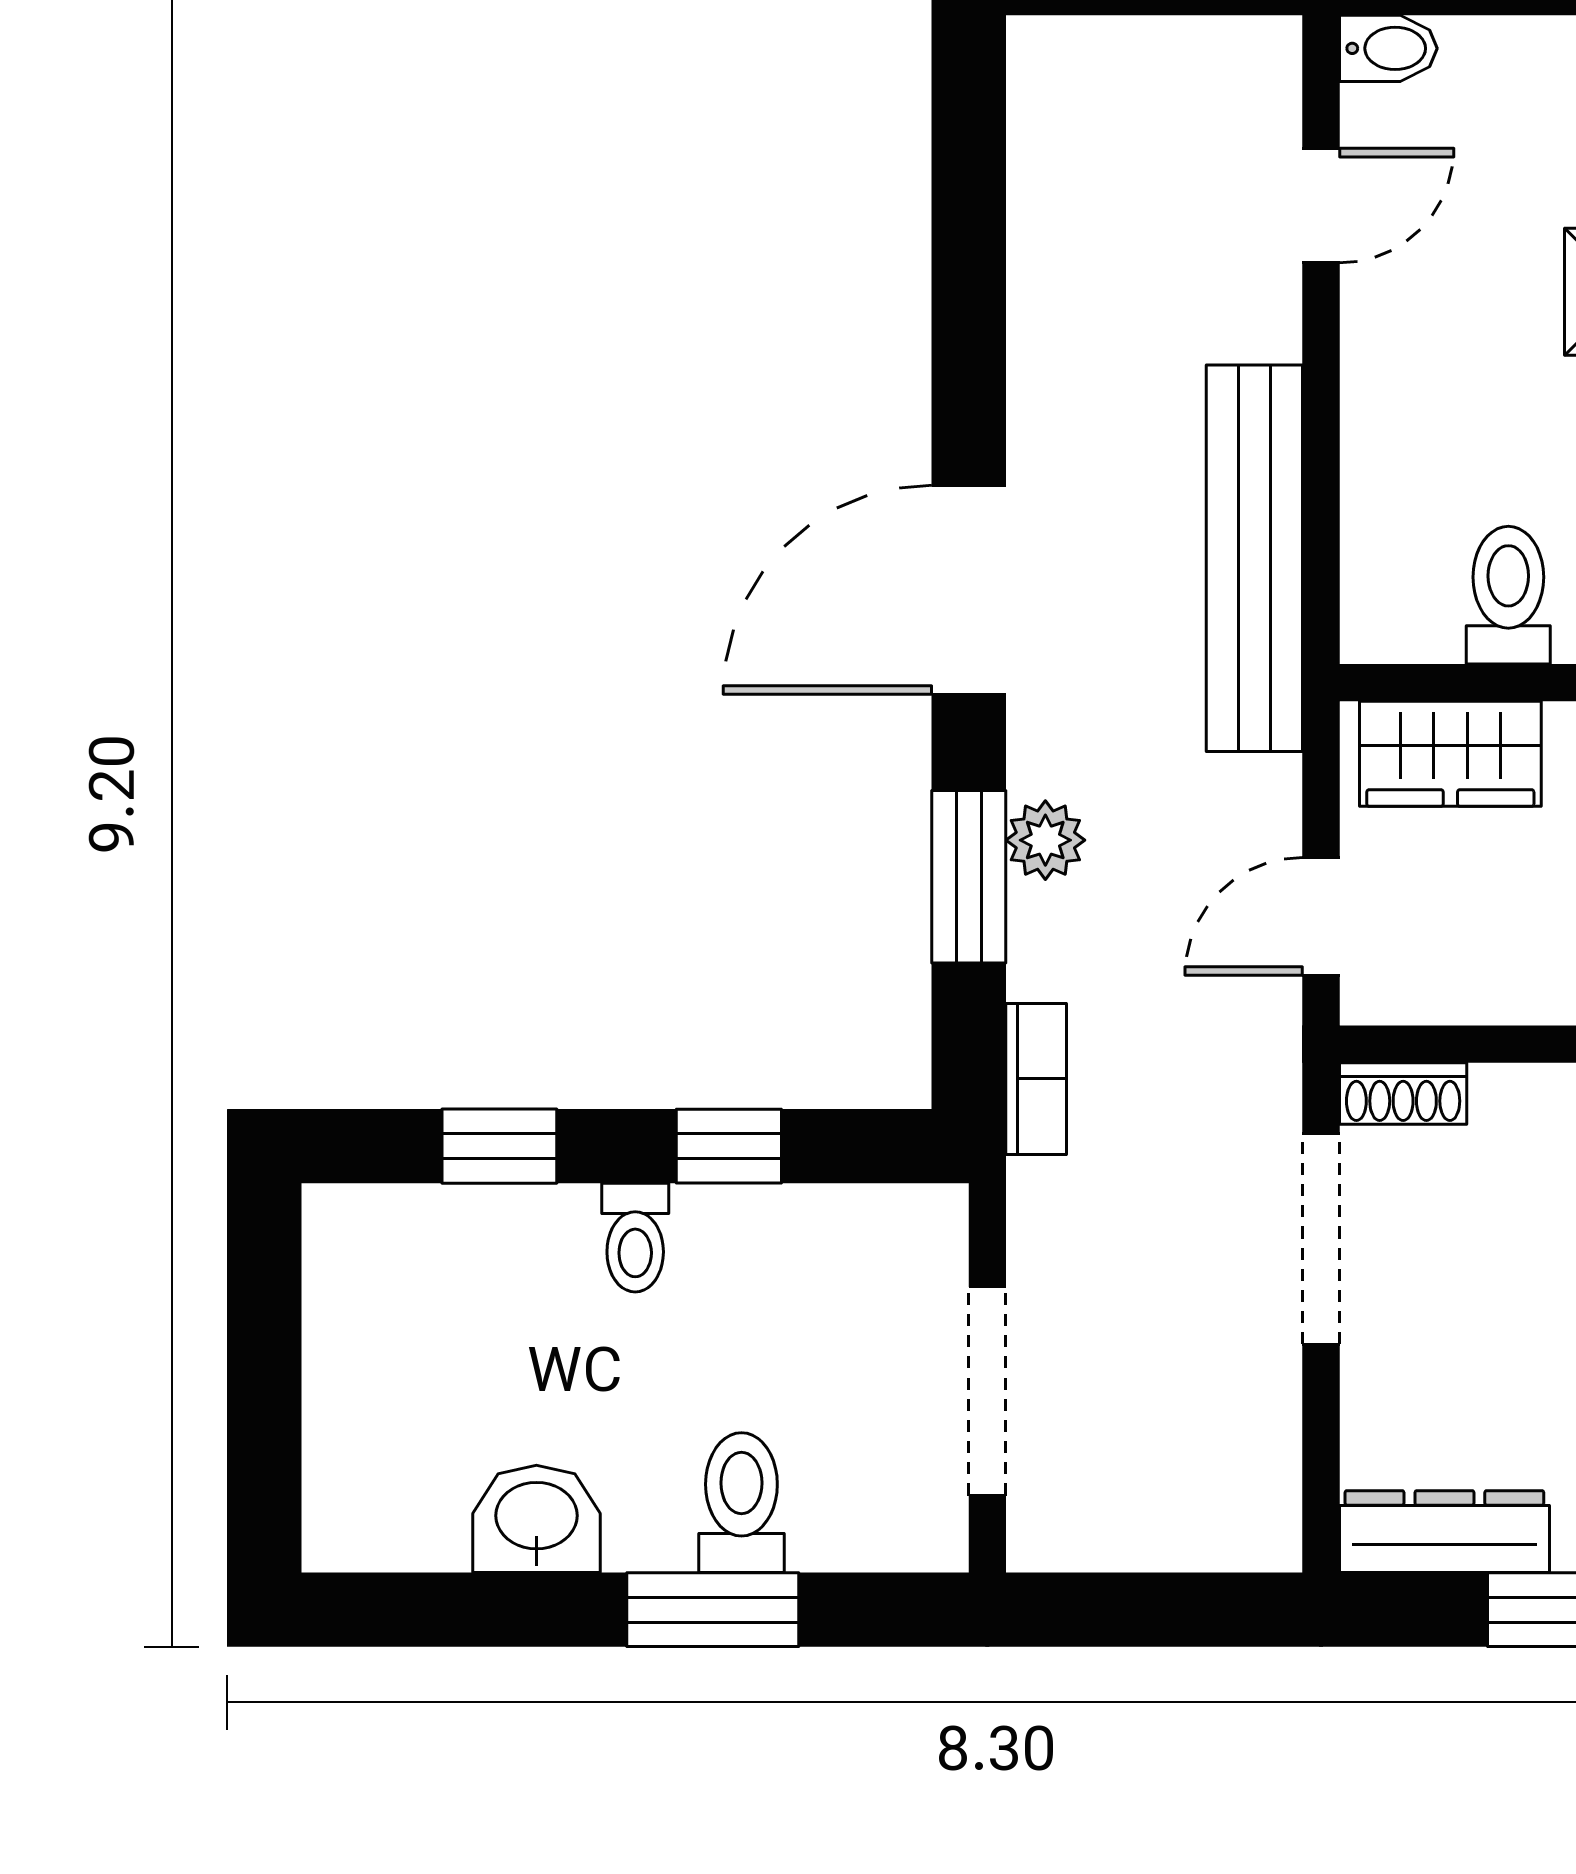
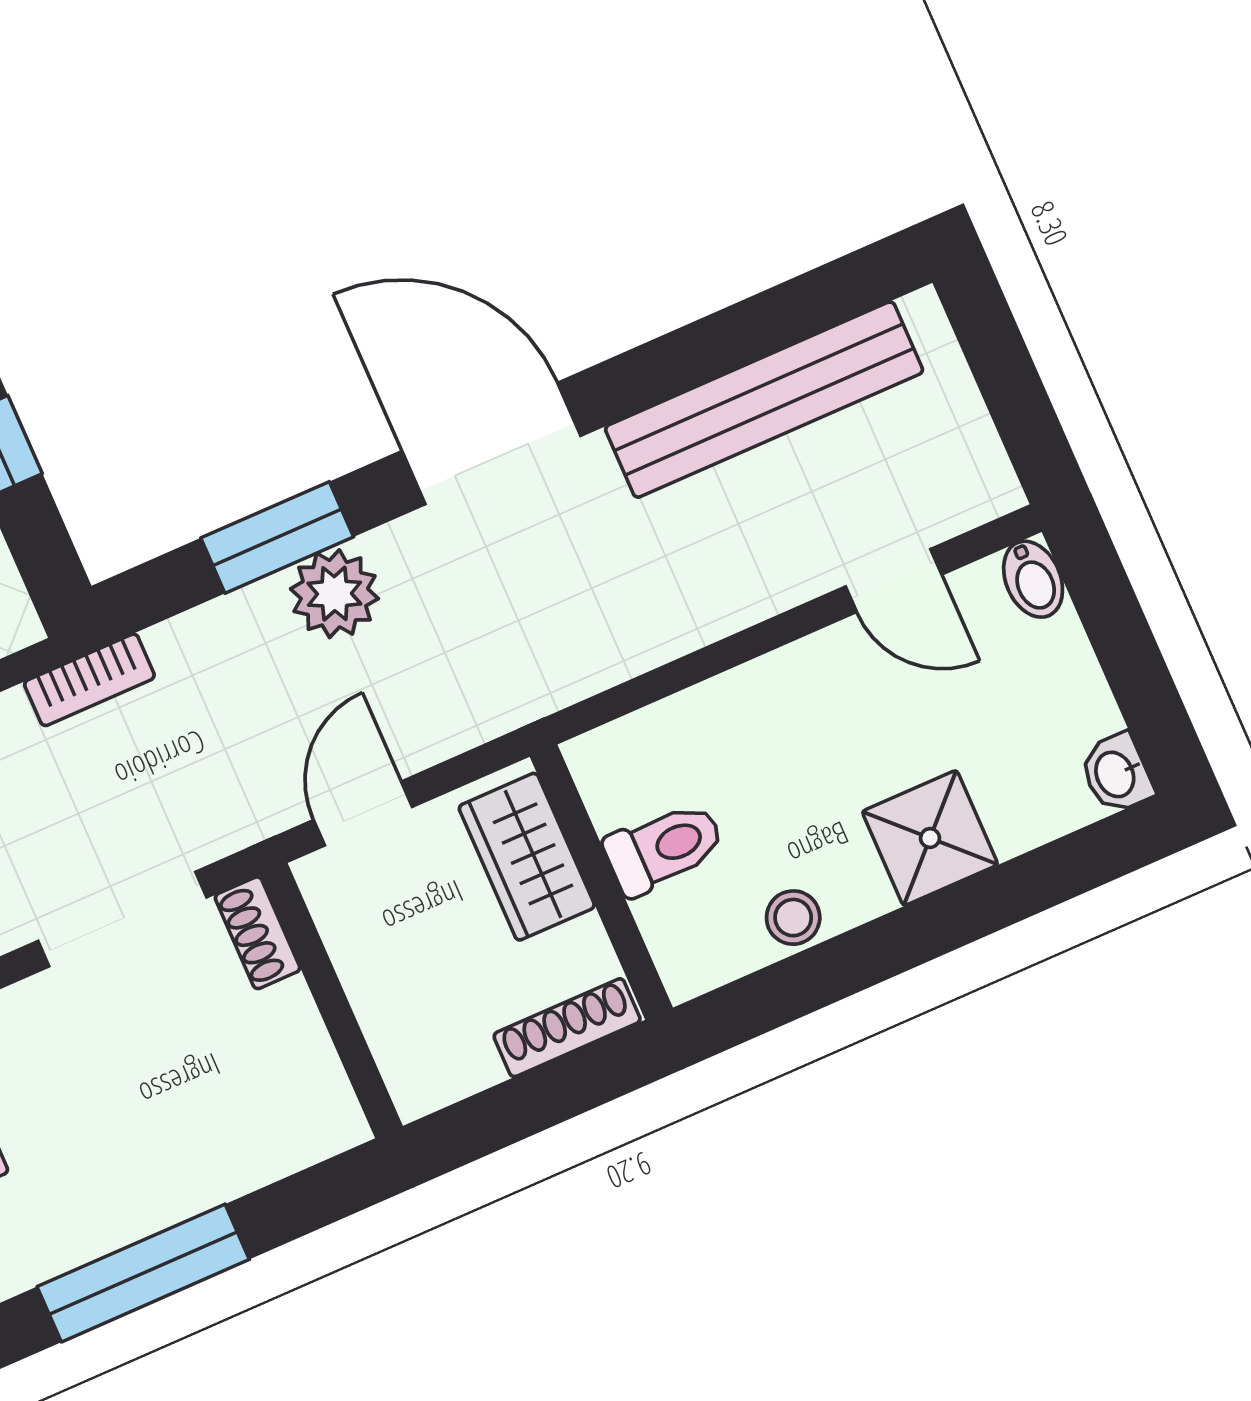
bench: (1254, 558) -> (764, 400), moved
plant: (1045, 840) -> (334, 594), width x1.38, depth x1.38
door: (1321, 916) -> (363, 813), hinge flipped
bookcase: (1036, 1079) -> (89, 680), moved

